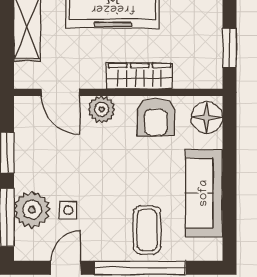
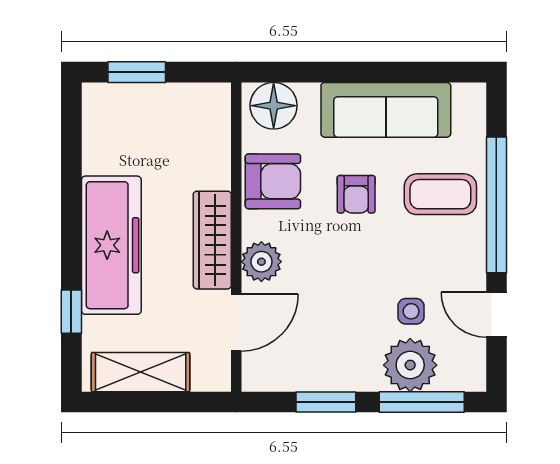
window: (229, 48) -> (137, 72), moved
wardrobe: (140, 76) -> (212, 240), moved
armchair: (147, 173) -> (356, 194), added

